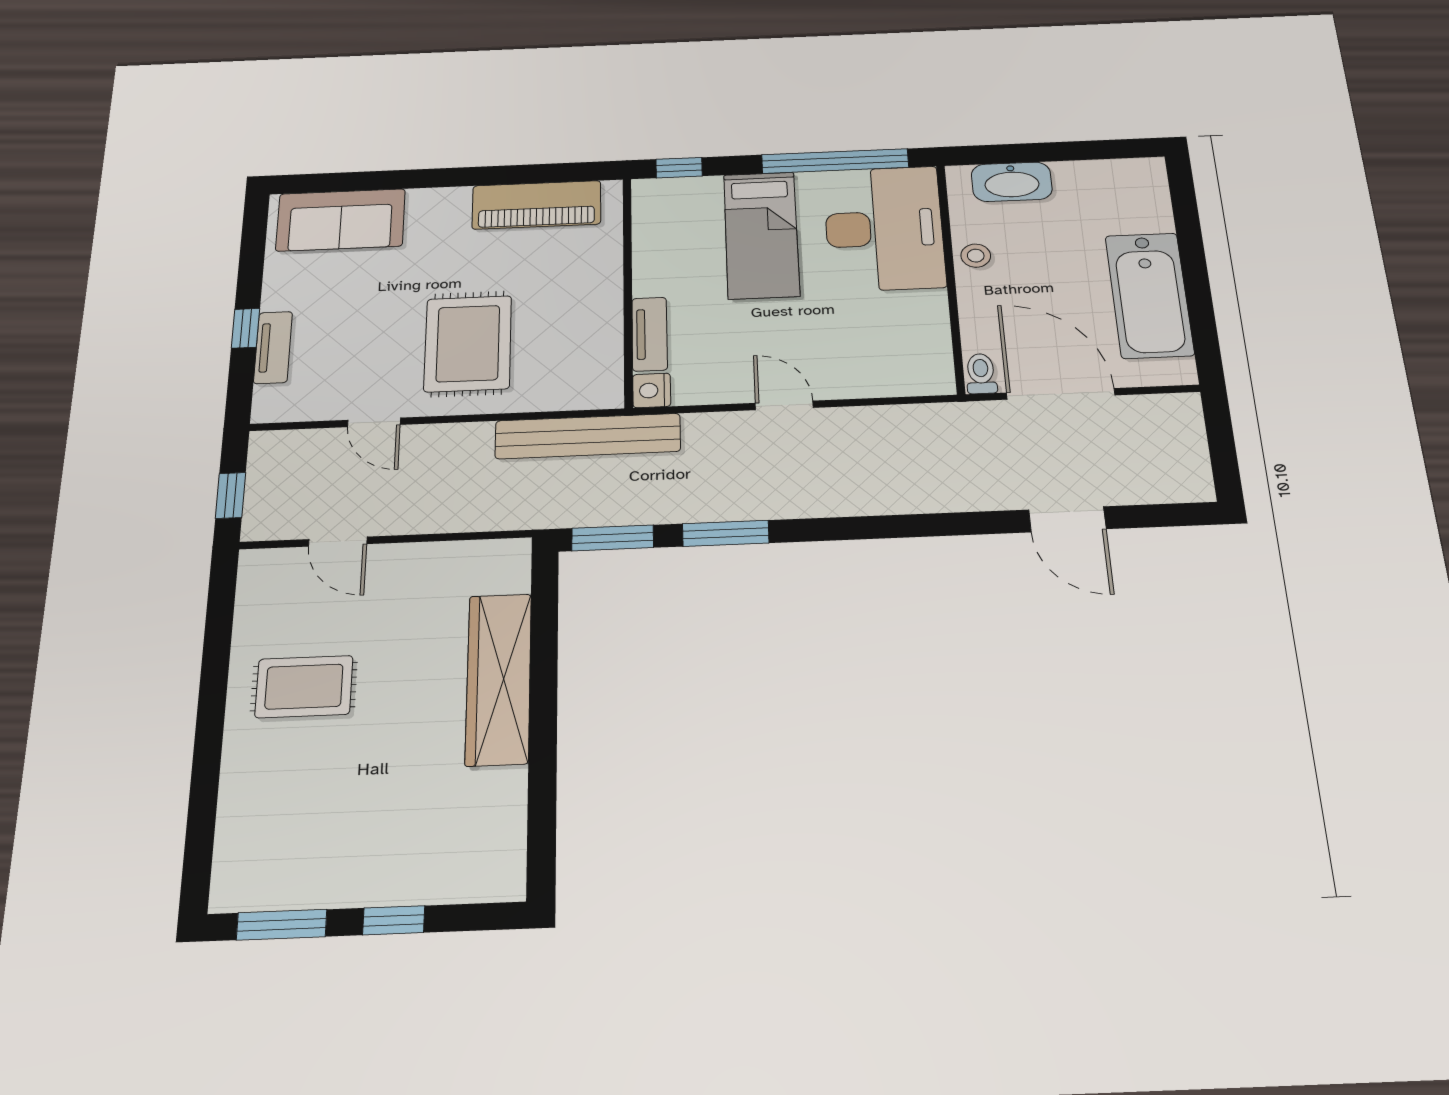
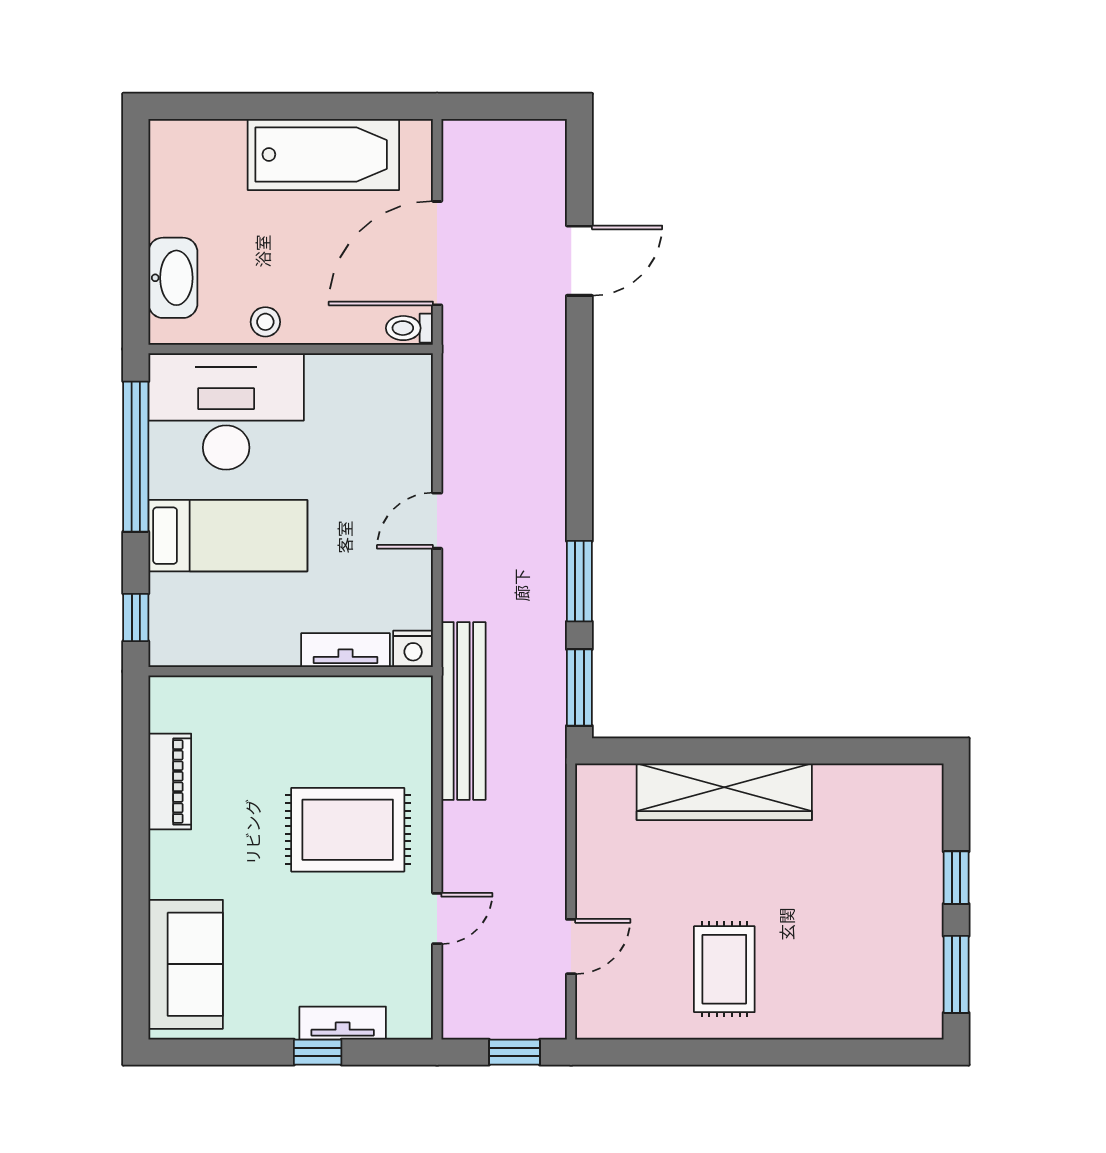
piano: (537, 205) -> (170, 782), width x0.73, depth x0.75

